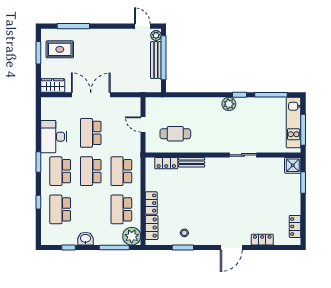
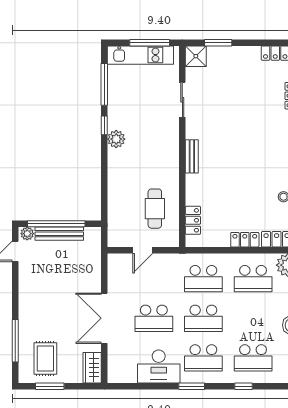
sliding door: (243, 155) -> (182, 100), moved
bench: (192, 162) -> (192, 156), moved

